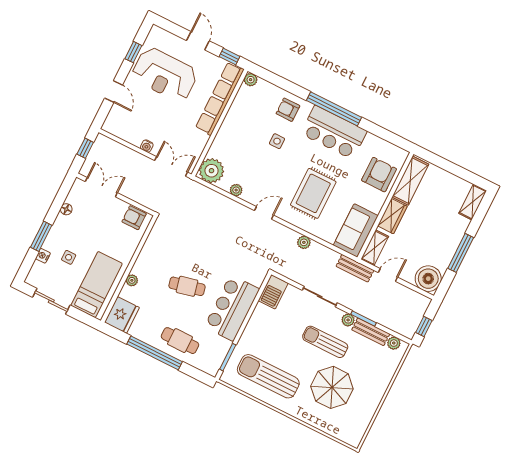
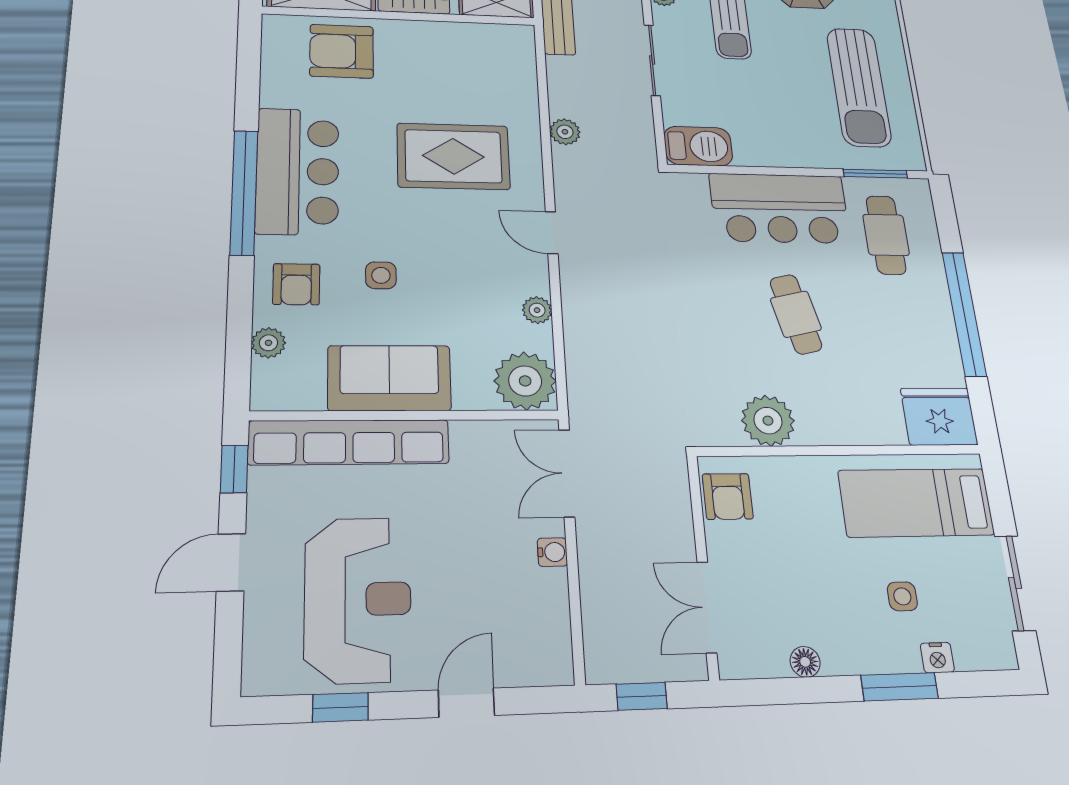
plant: (251, 80) -> (268, 343), moved
sofa: (356, 230) -> (389, 378), moved, turned 180
plant: (132, 280) -> (768, 421), moved, width x1.88, depth x1.88
cafe table: (180, 341) -> (886, 235), moved

